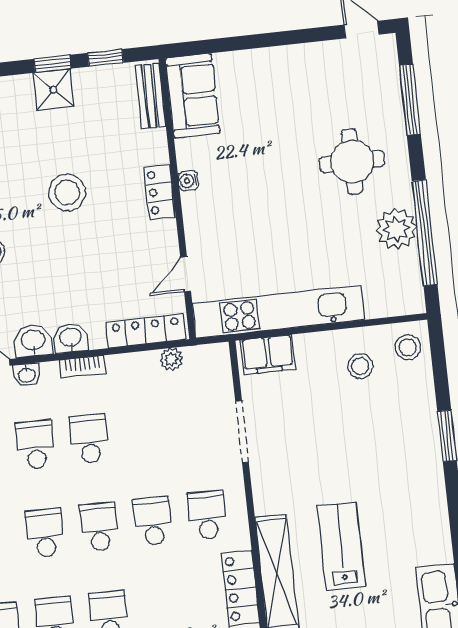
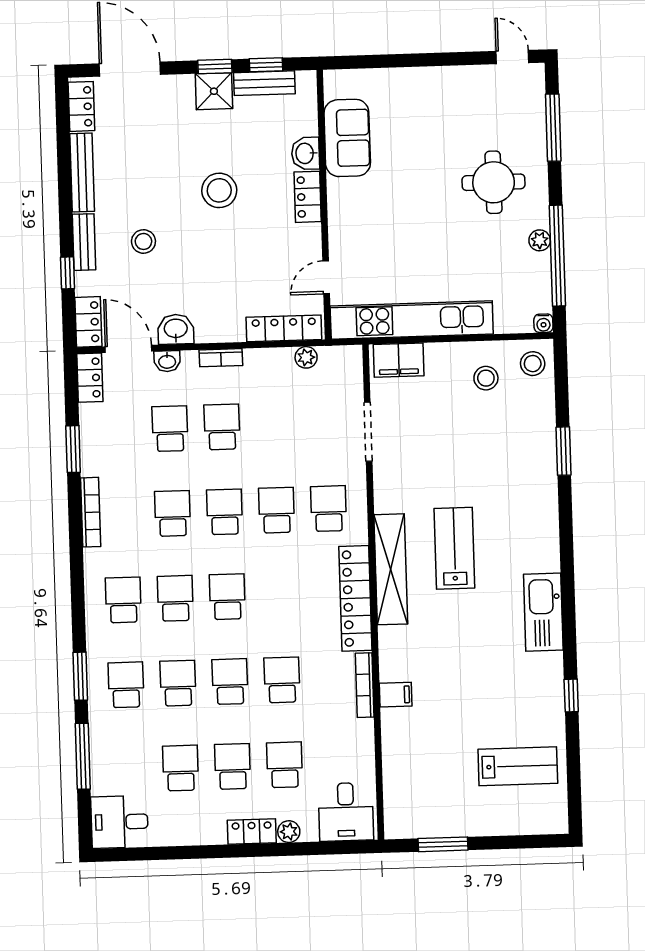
bench: (150, 96) -> (264, 83), moved, turned 90
sofa: (193, 96) -> (347, 138), moved
water cooler: (188, 181) -> (543, 323), moved, turned -90
plant: (396, 229) -> (540, 240), width x0.53, depth x0.53
washbasin: (71, 338) -> (305, 153), moved, turned -90

